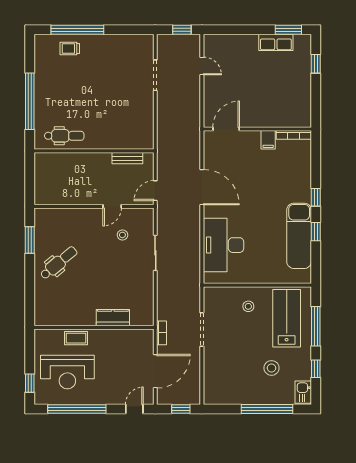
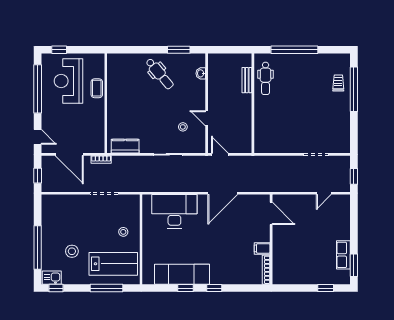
bench: (127, 158) -> (247, 80), moved
washbasin: (58, 213) -> (201, 73), added
kitchen counter: (113, 318) -> (125, 146), moved, turned -90
window: (316, 369) -> (56, 288), moved

